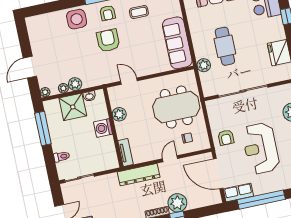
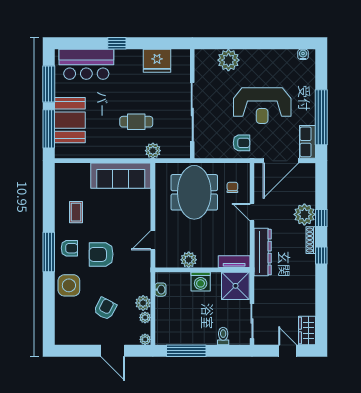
cafe table: (225, 46) -> (136, 122), width x0.73, depth x0.74
armchair: (64, 53) -> (105, 309), added
shower: (73, 107) -> (235, 286), moved

